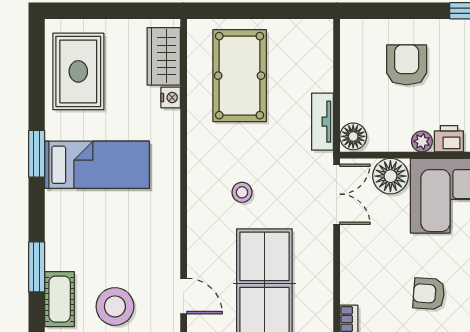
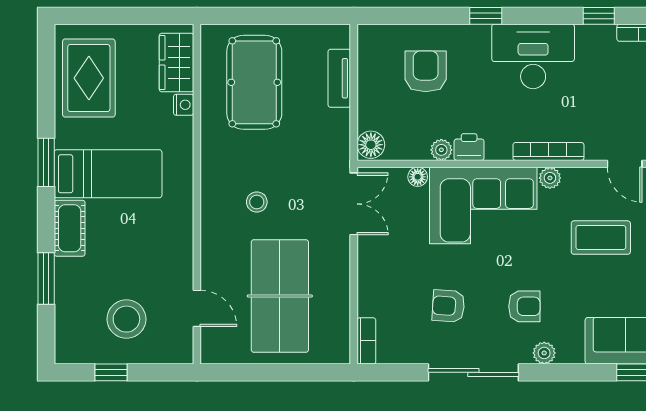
tv unit: (322, 122) -> (339, 78), moved
floor lamp: (390, 176) -> (418, 177), width x0.53, depth x0.53
cot: (60, 299) -> (70, 228), moved

